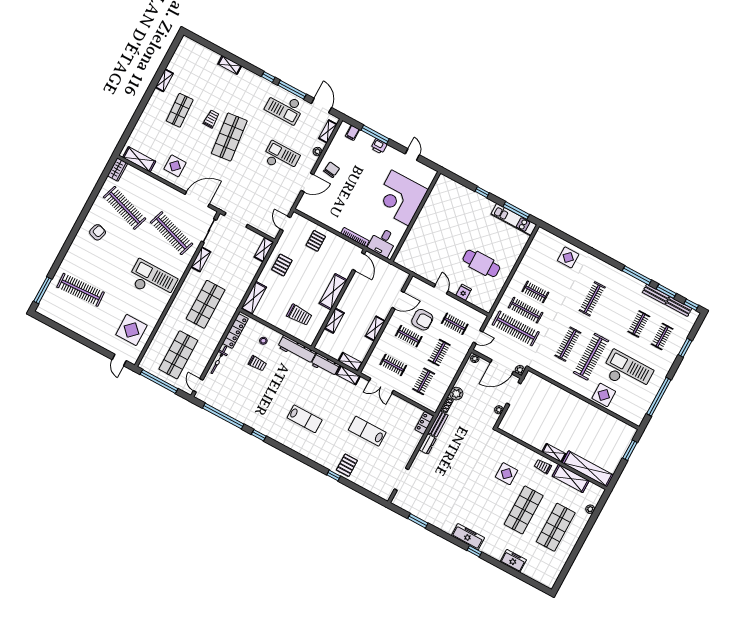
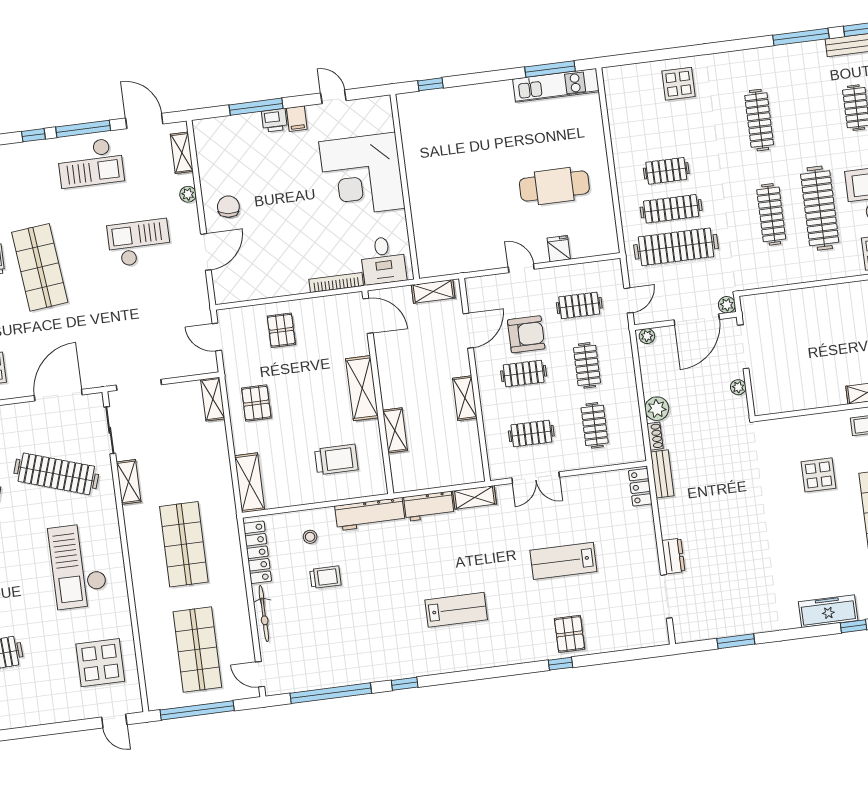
filing cabinet: (352, 133) -> (297, 119), moved
window: (482, 192) -> (431, 84), moved
checkout: (152, 281) -> (78, 566), turned -90
shelving: (350, 362) -> (433, 291), moved
dresser: (428, 444) -> (673, 556), moved

